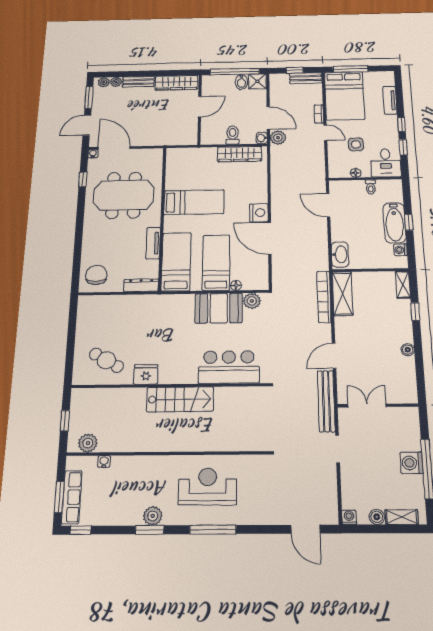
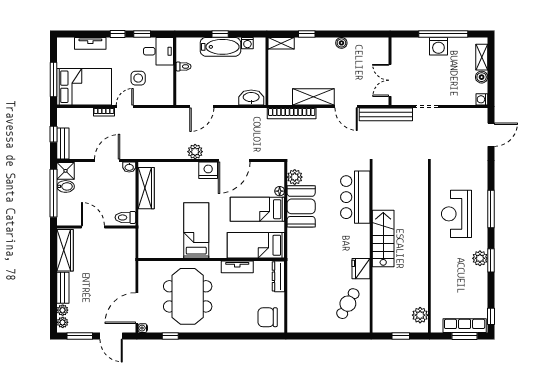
bench: (306, 78) -> (63, 144), moved
toilet: (233, 135) -> (125, 217), moved
plant: (278, 138) -> (195, 152), moved
floor lamp: (356, 173) -> (169, 80), removed
shelving: (343, 294) -> (313, 97), moved
water cooler: (104, 462) -> (436, 301), removed

